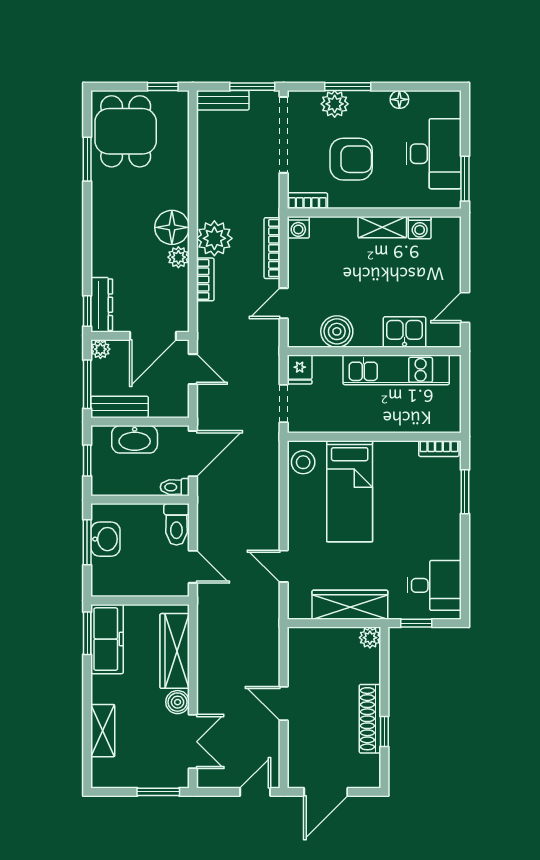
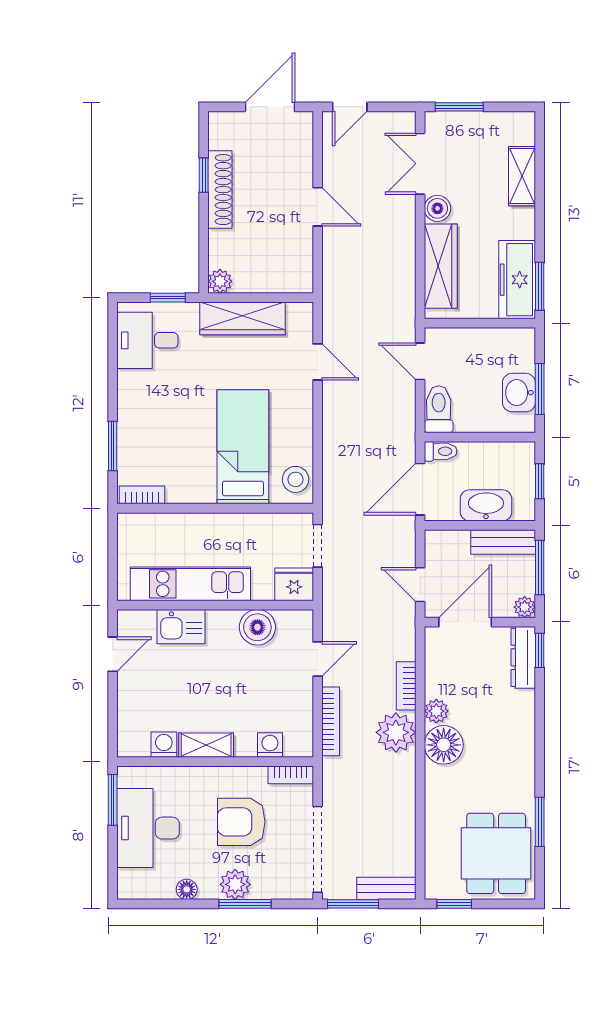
plant: (335, 104) -> (235, 884), moved
washing machine: (298, 227) -> (270, 745), moved
fridge: (300, 369) -> (294, 584), width x1.38

